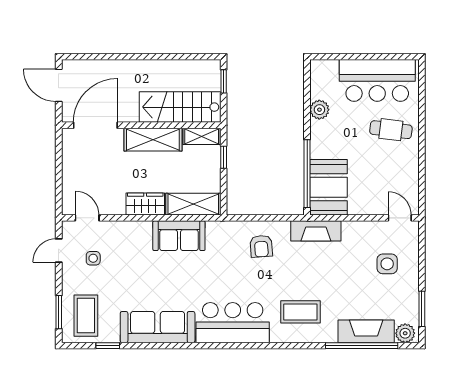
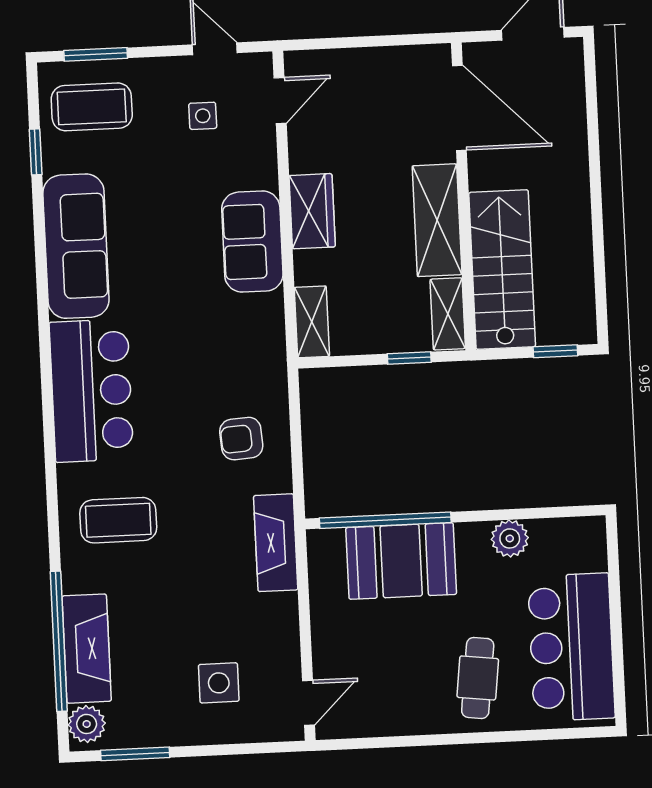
booth: (328, 187) -> (401, 561), moved
shelving: (193, 204) -> (312, 322), width x0.67, depth x0.75
sofa: (179, 236) -> (252, 242), moved
coffee table: (300, 312) -> (118, 520), turned 90

